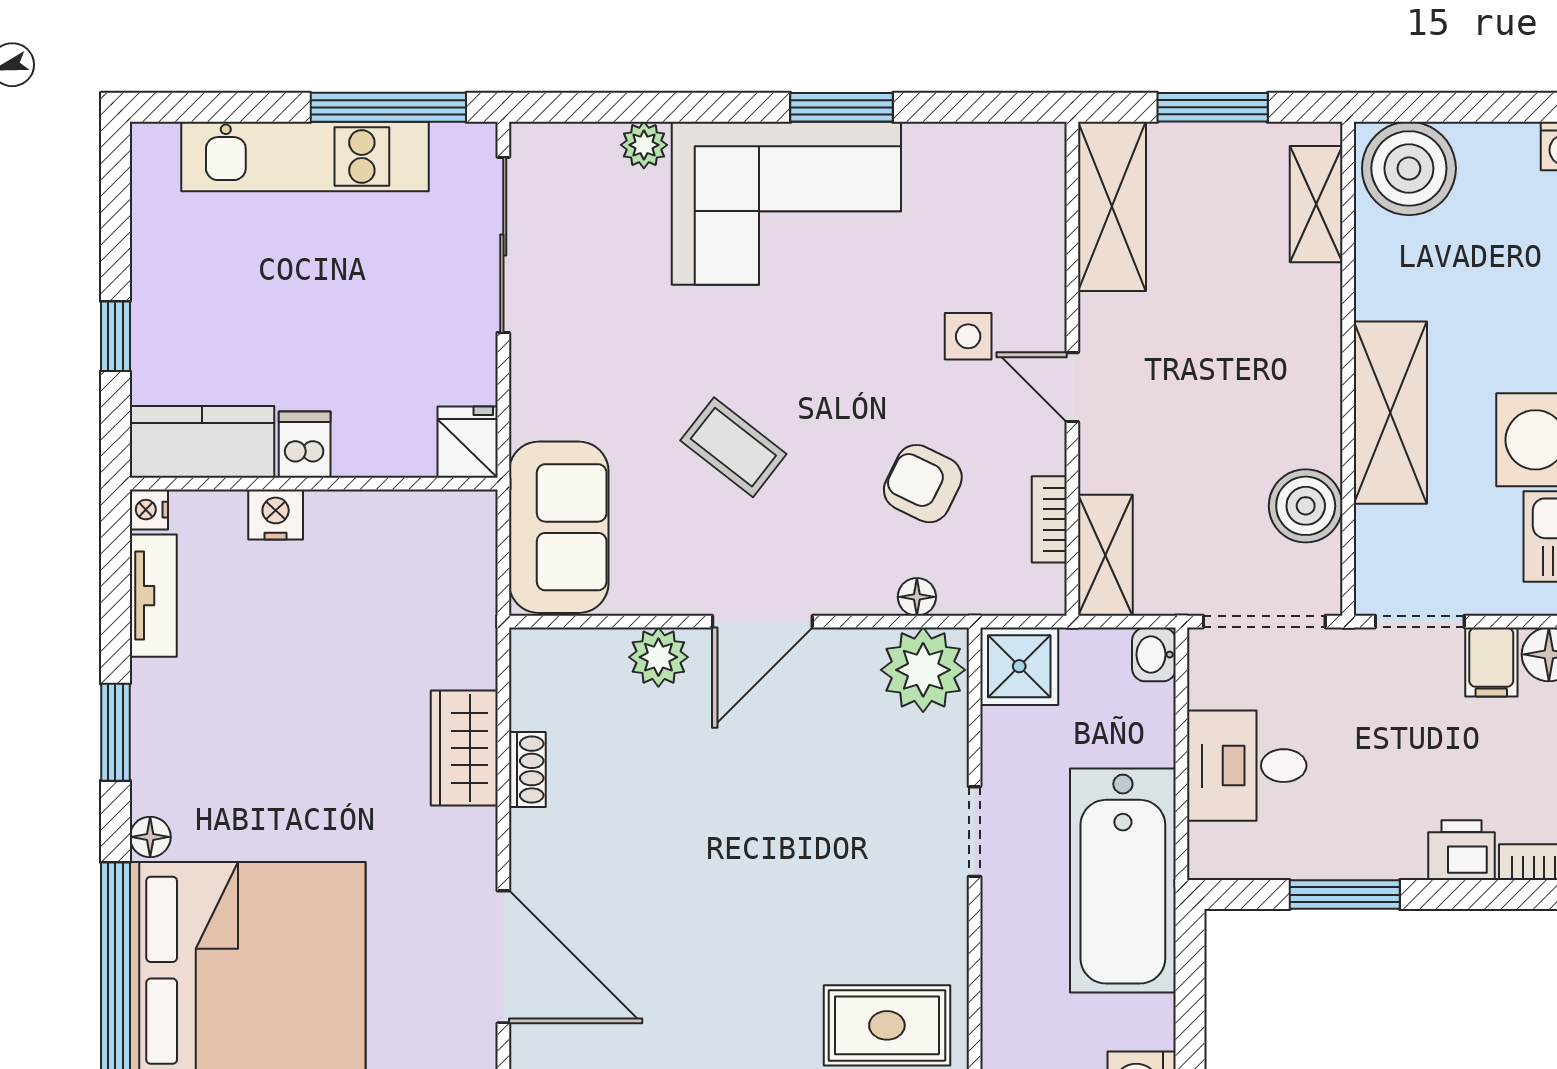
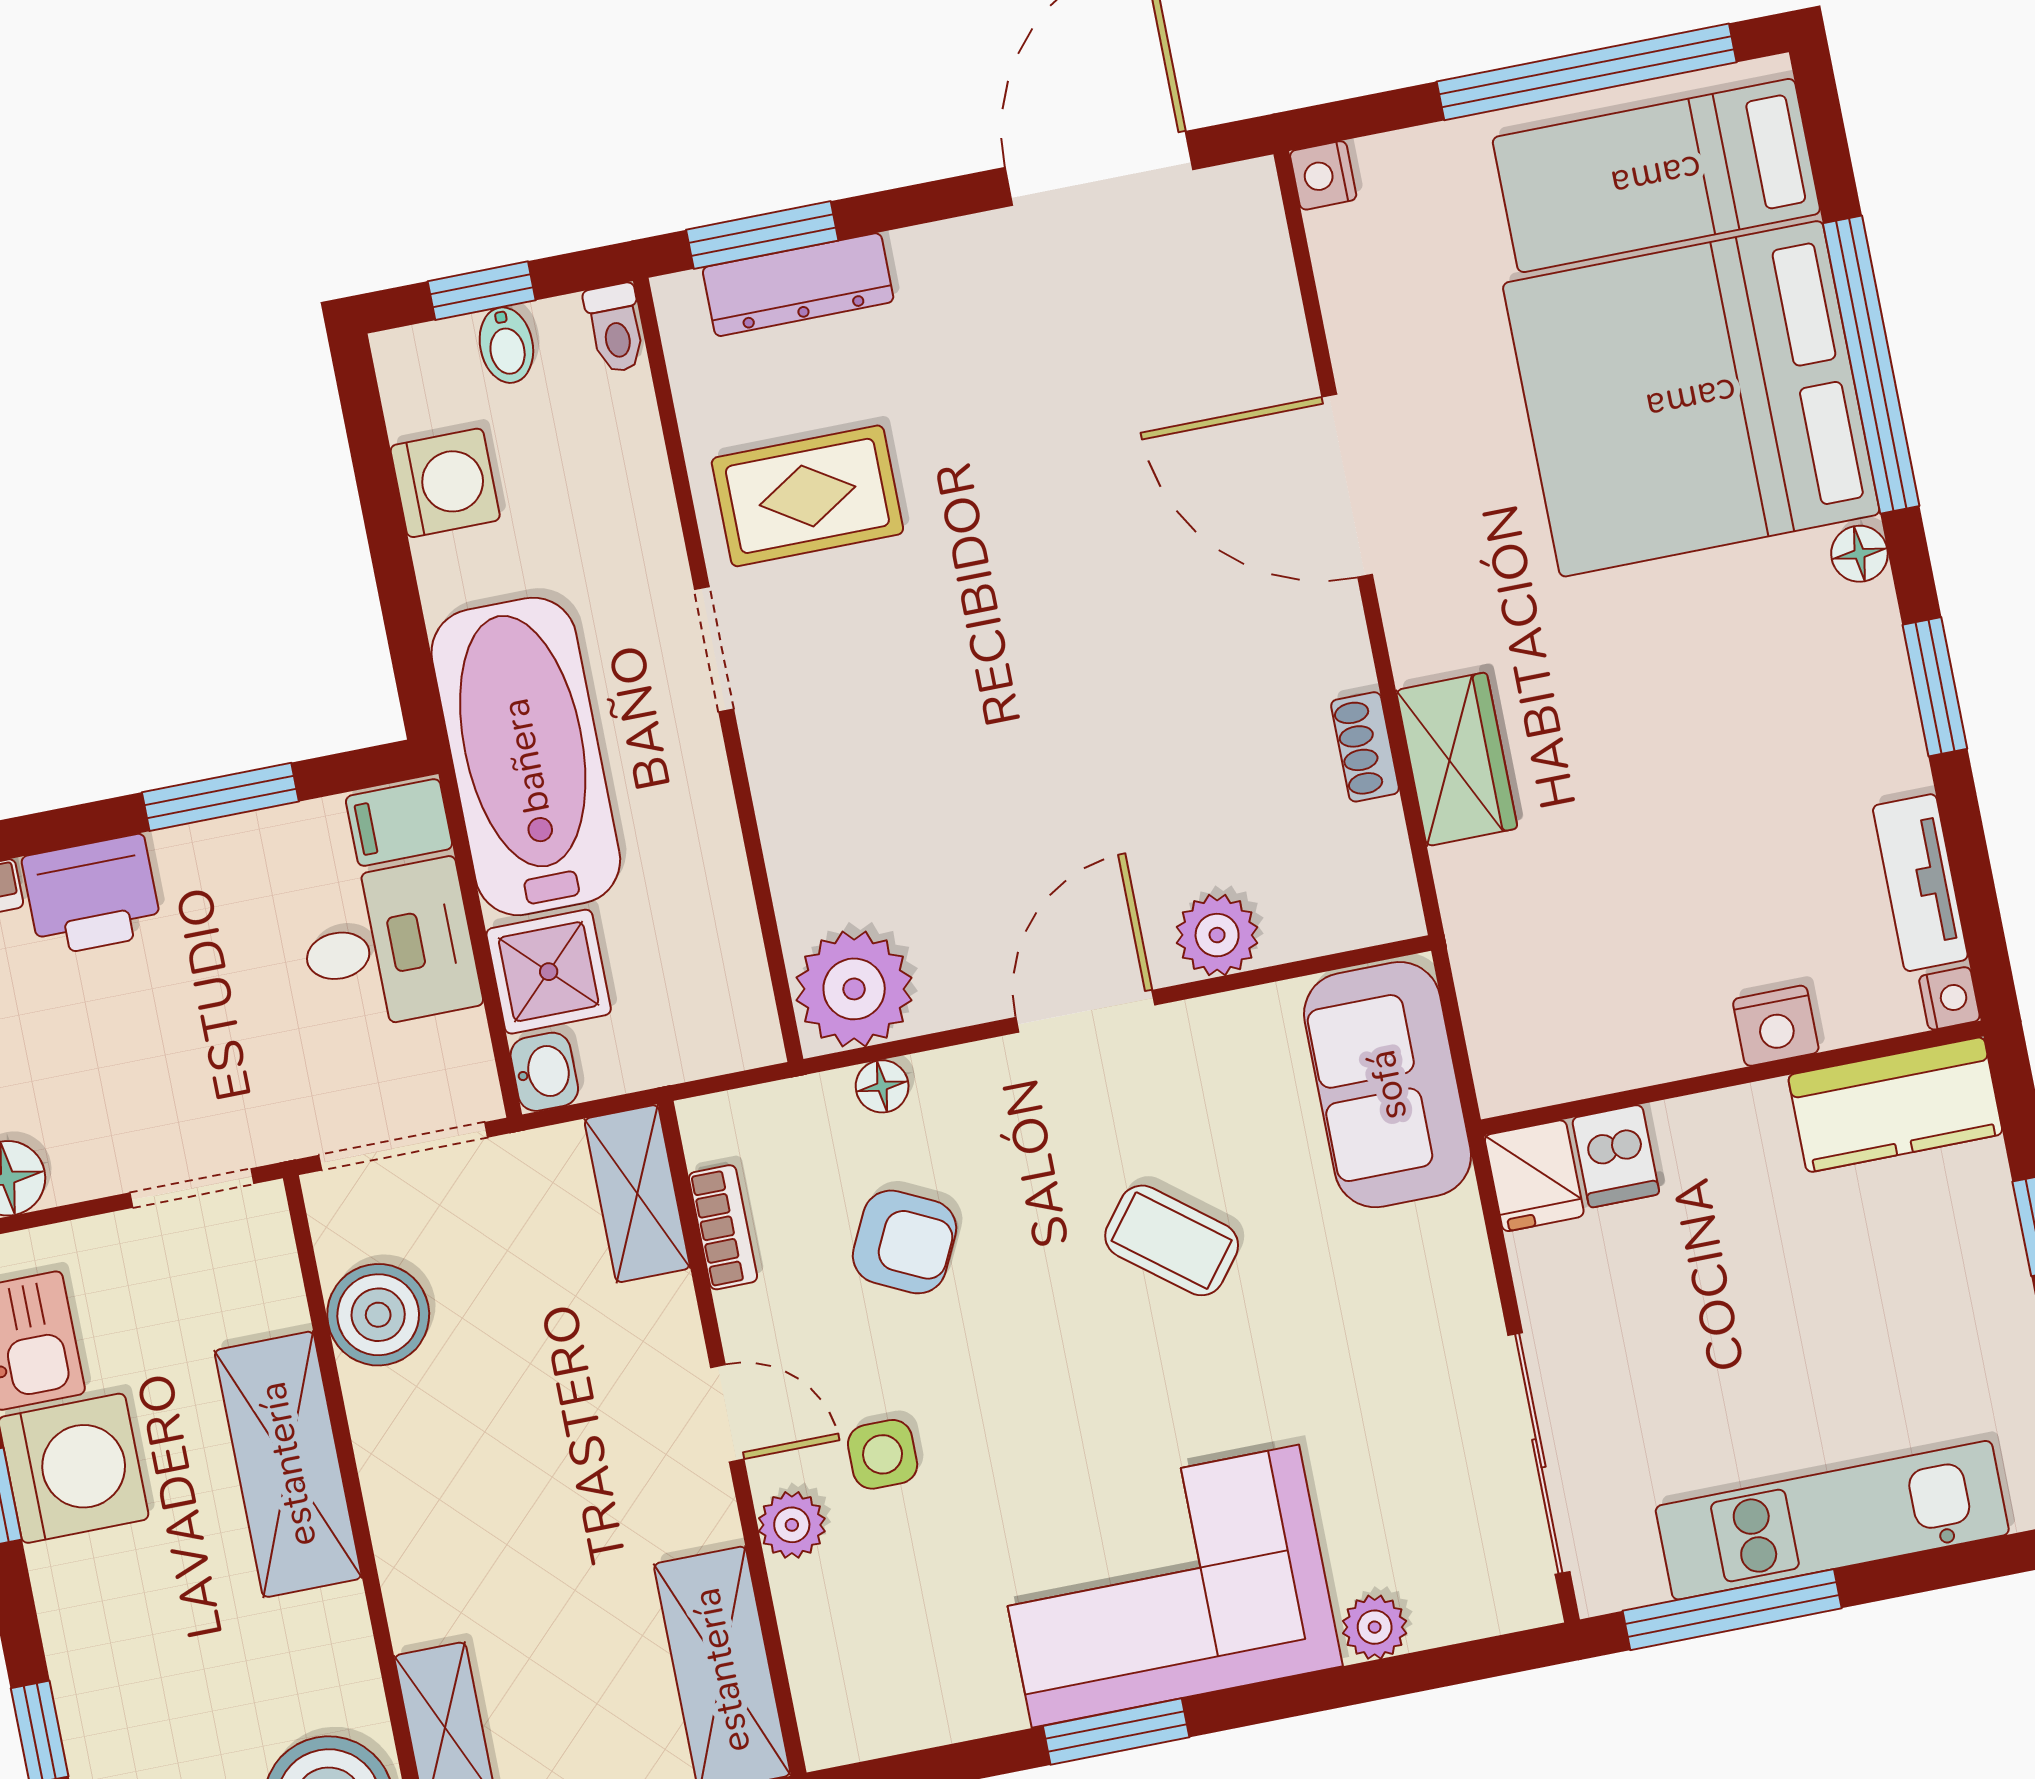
plant: (1042, 299) -> (792, 1525), added
dishwasher: (305, 445) -> (1616, 1156), moved
filing cabinet: (1491, 662) -> (399, 823), moved, turned -90
shower: (1019, 666) -> (549, 972), moved
doorway: (975, 832) -> (714, 649), moved
printer: (1461, 850) -> (92, 895), width x1.36, depth x1.24

